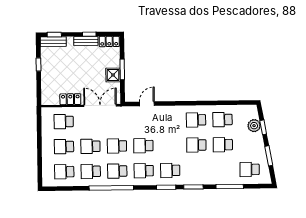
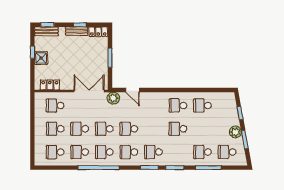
shower: (113, 75) -> (41, 58), moved
locker: (70, 99) -> (50, 85), moved
door: (147, 104) -> (133, 90), swing flipped
plant: (126, 113) -> (113, 98), added
plant: (254, 126) -> (235, 132), moved
school desk: (223, 145) -> (202, 152), moved

